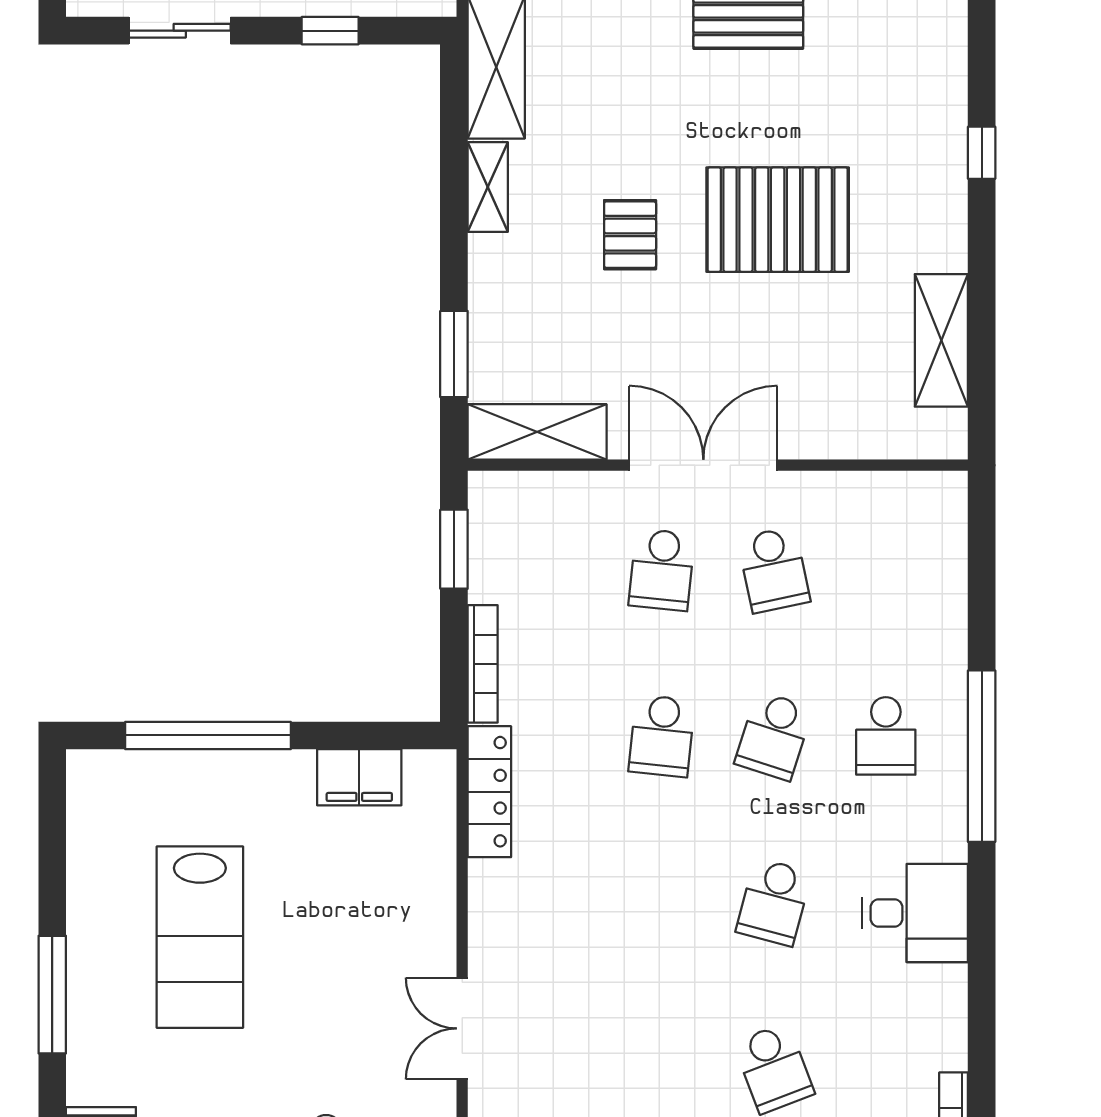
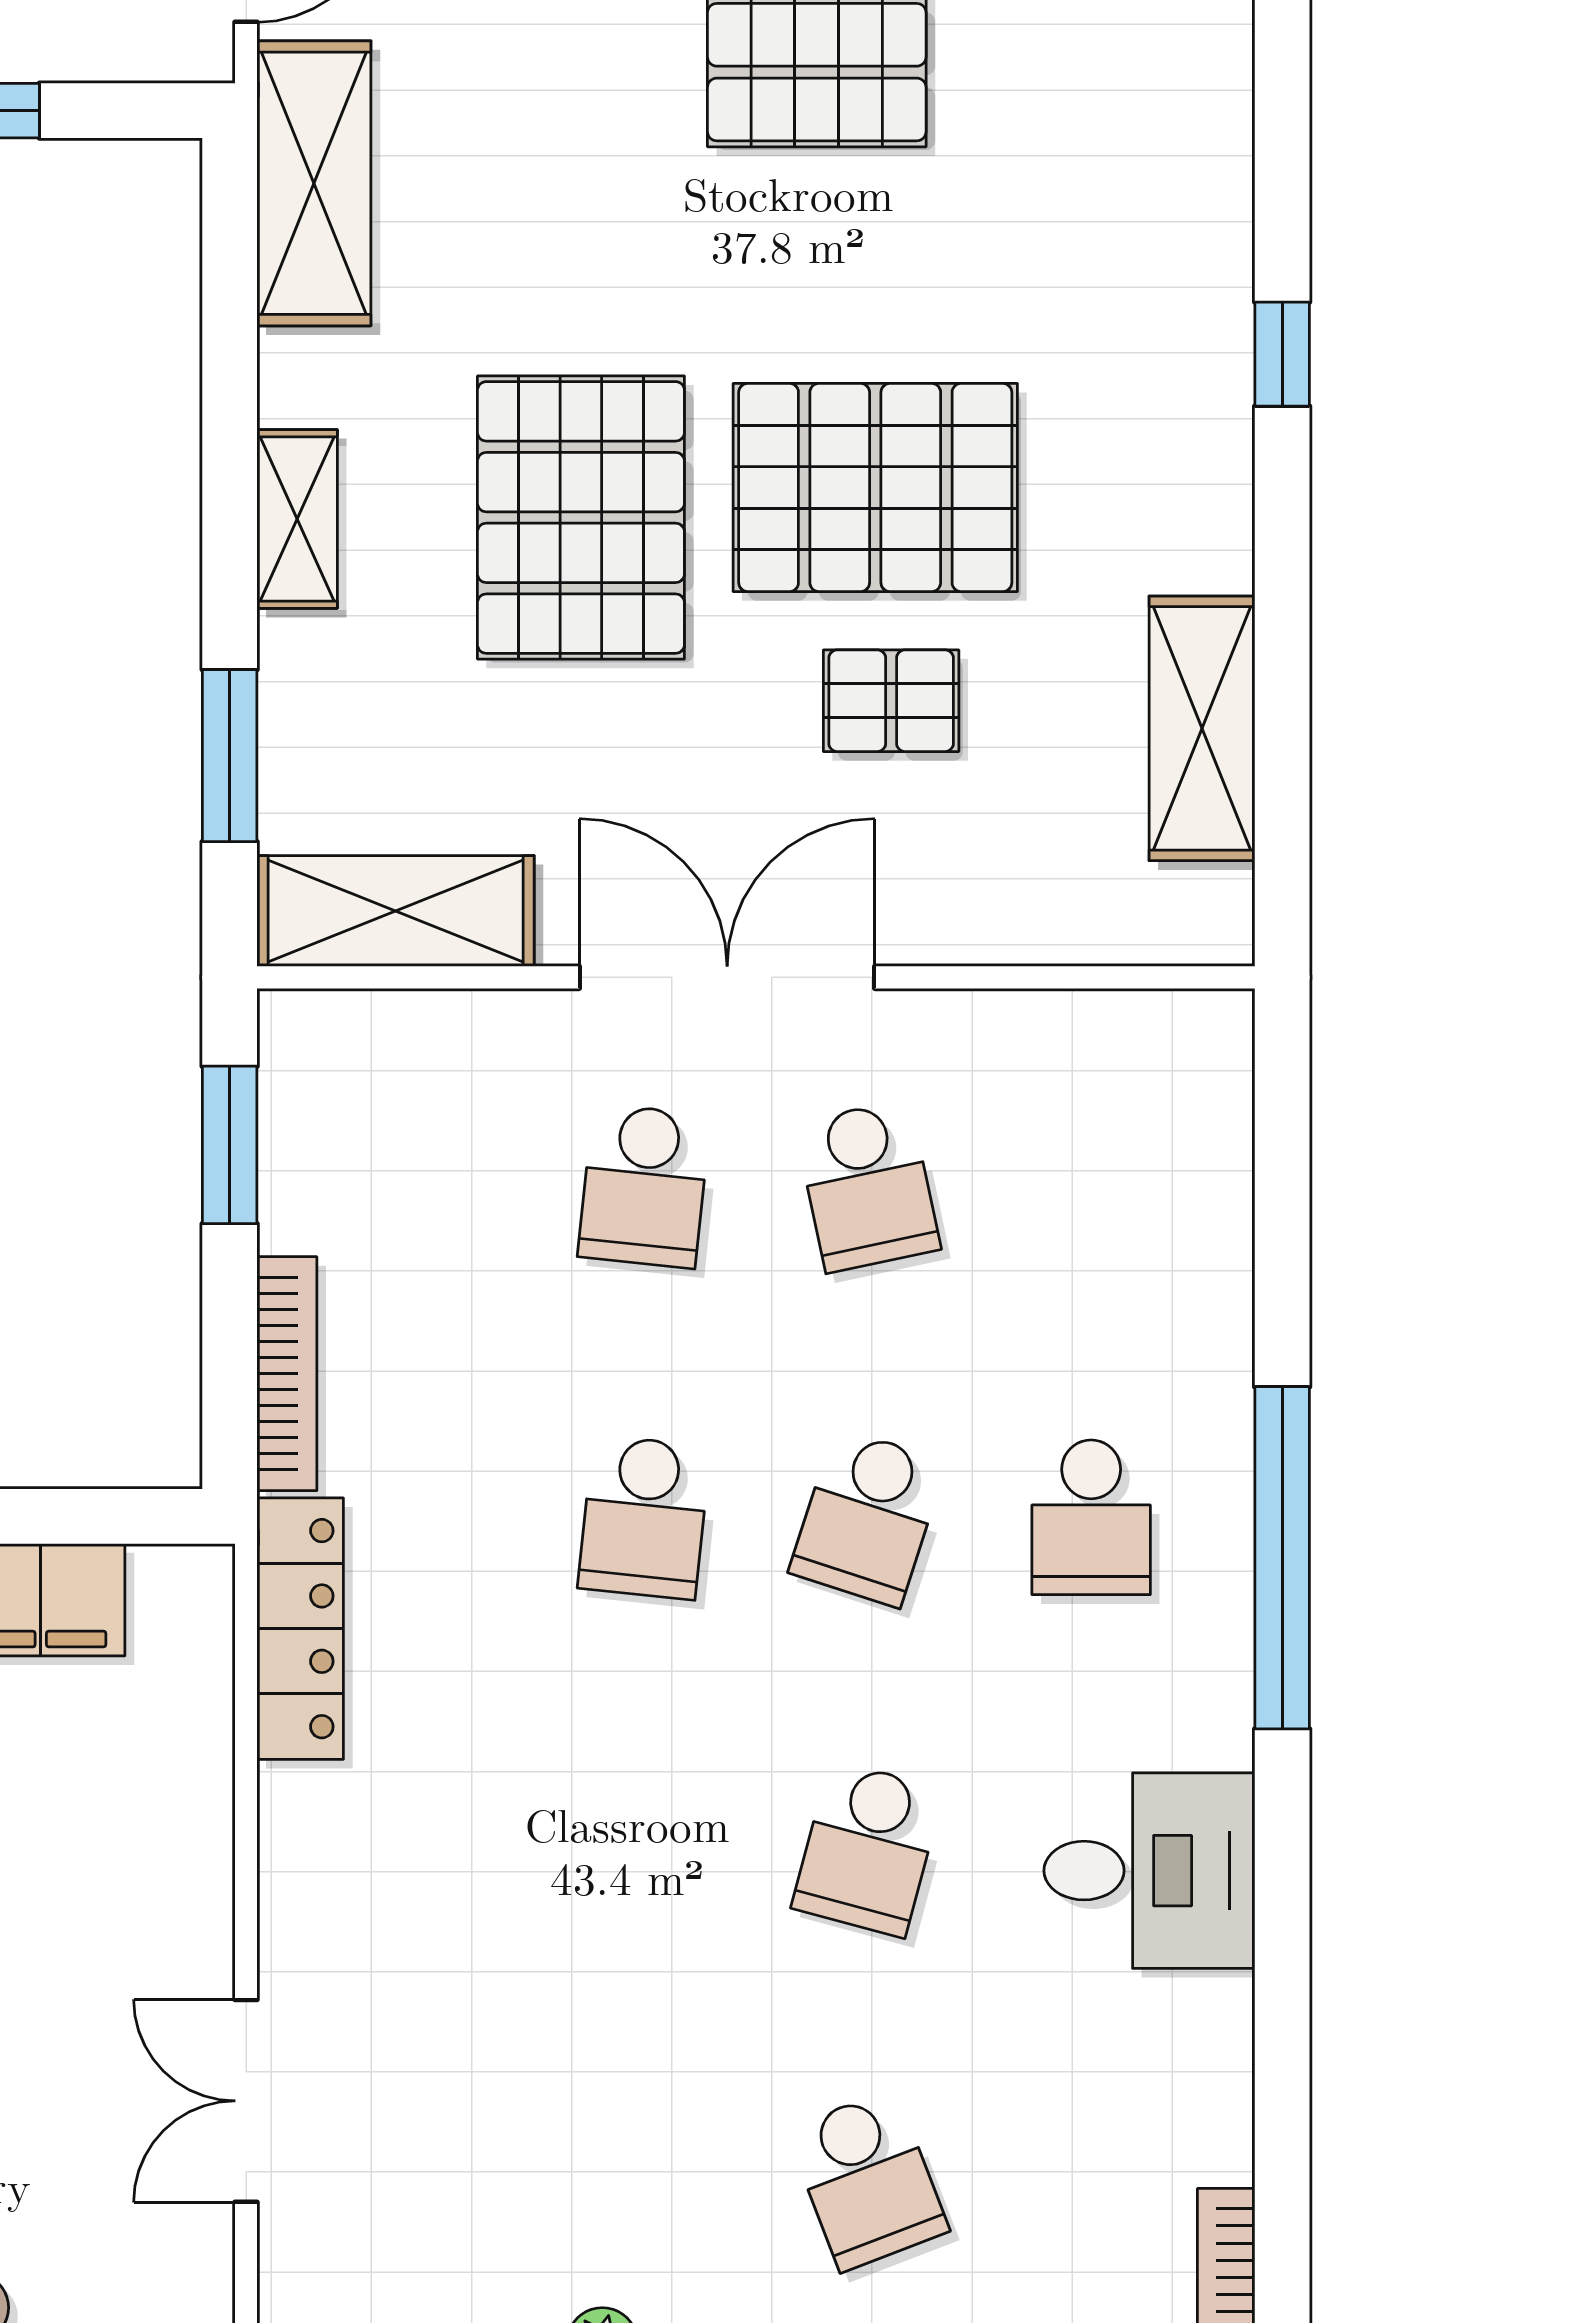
shelving: (488, 187) -> (297, 519), moved
pallet: (630, 235) -> (581, 517), width x2.05, depth x2.00
pallet: (786, 326) -> (891, 701), added

